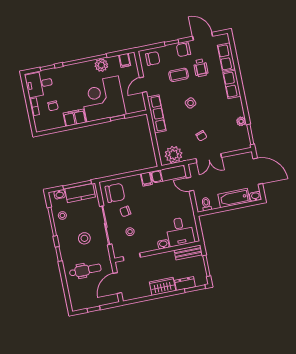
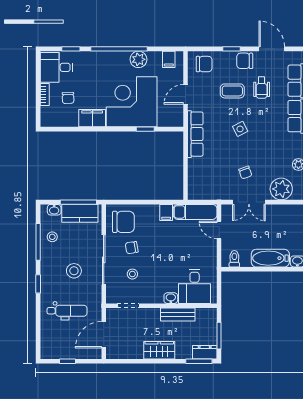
plant: (174, 155) -> (281, 189), moved
bench: (188, 252) -> (178, 314), moved
dresser: (185, 283) -> (205, 352), moved

